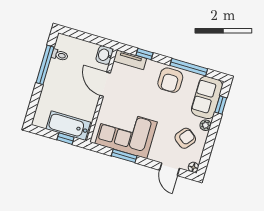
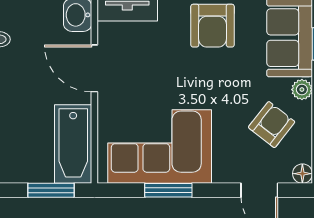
bathtub: (68, 126) -> (73, 144), moved, turned -90
window: (65, 139) -> (51, 190), width x1.50

